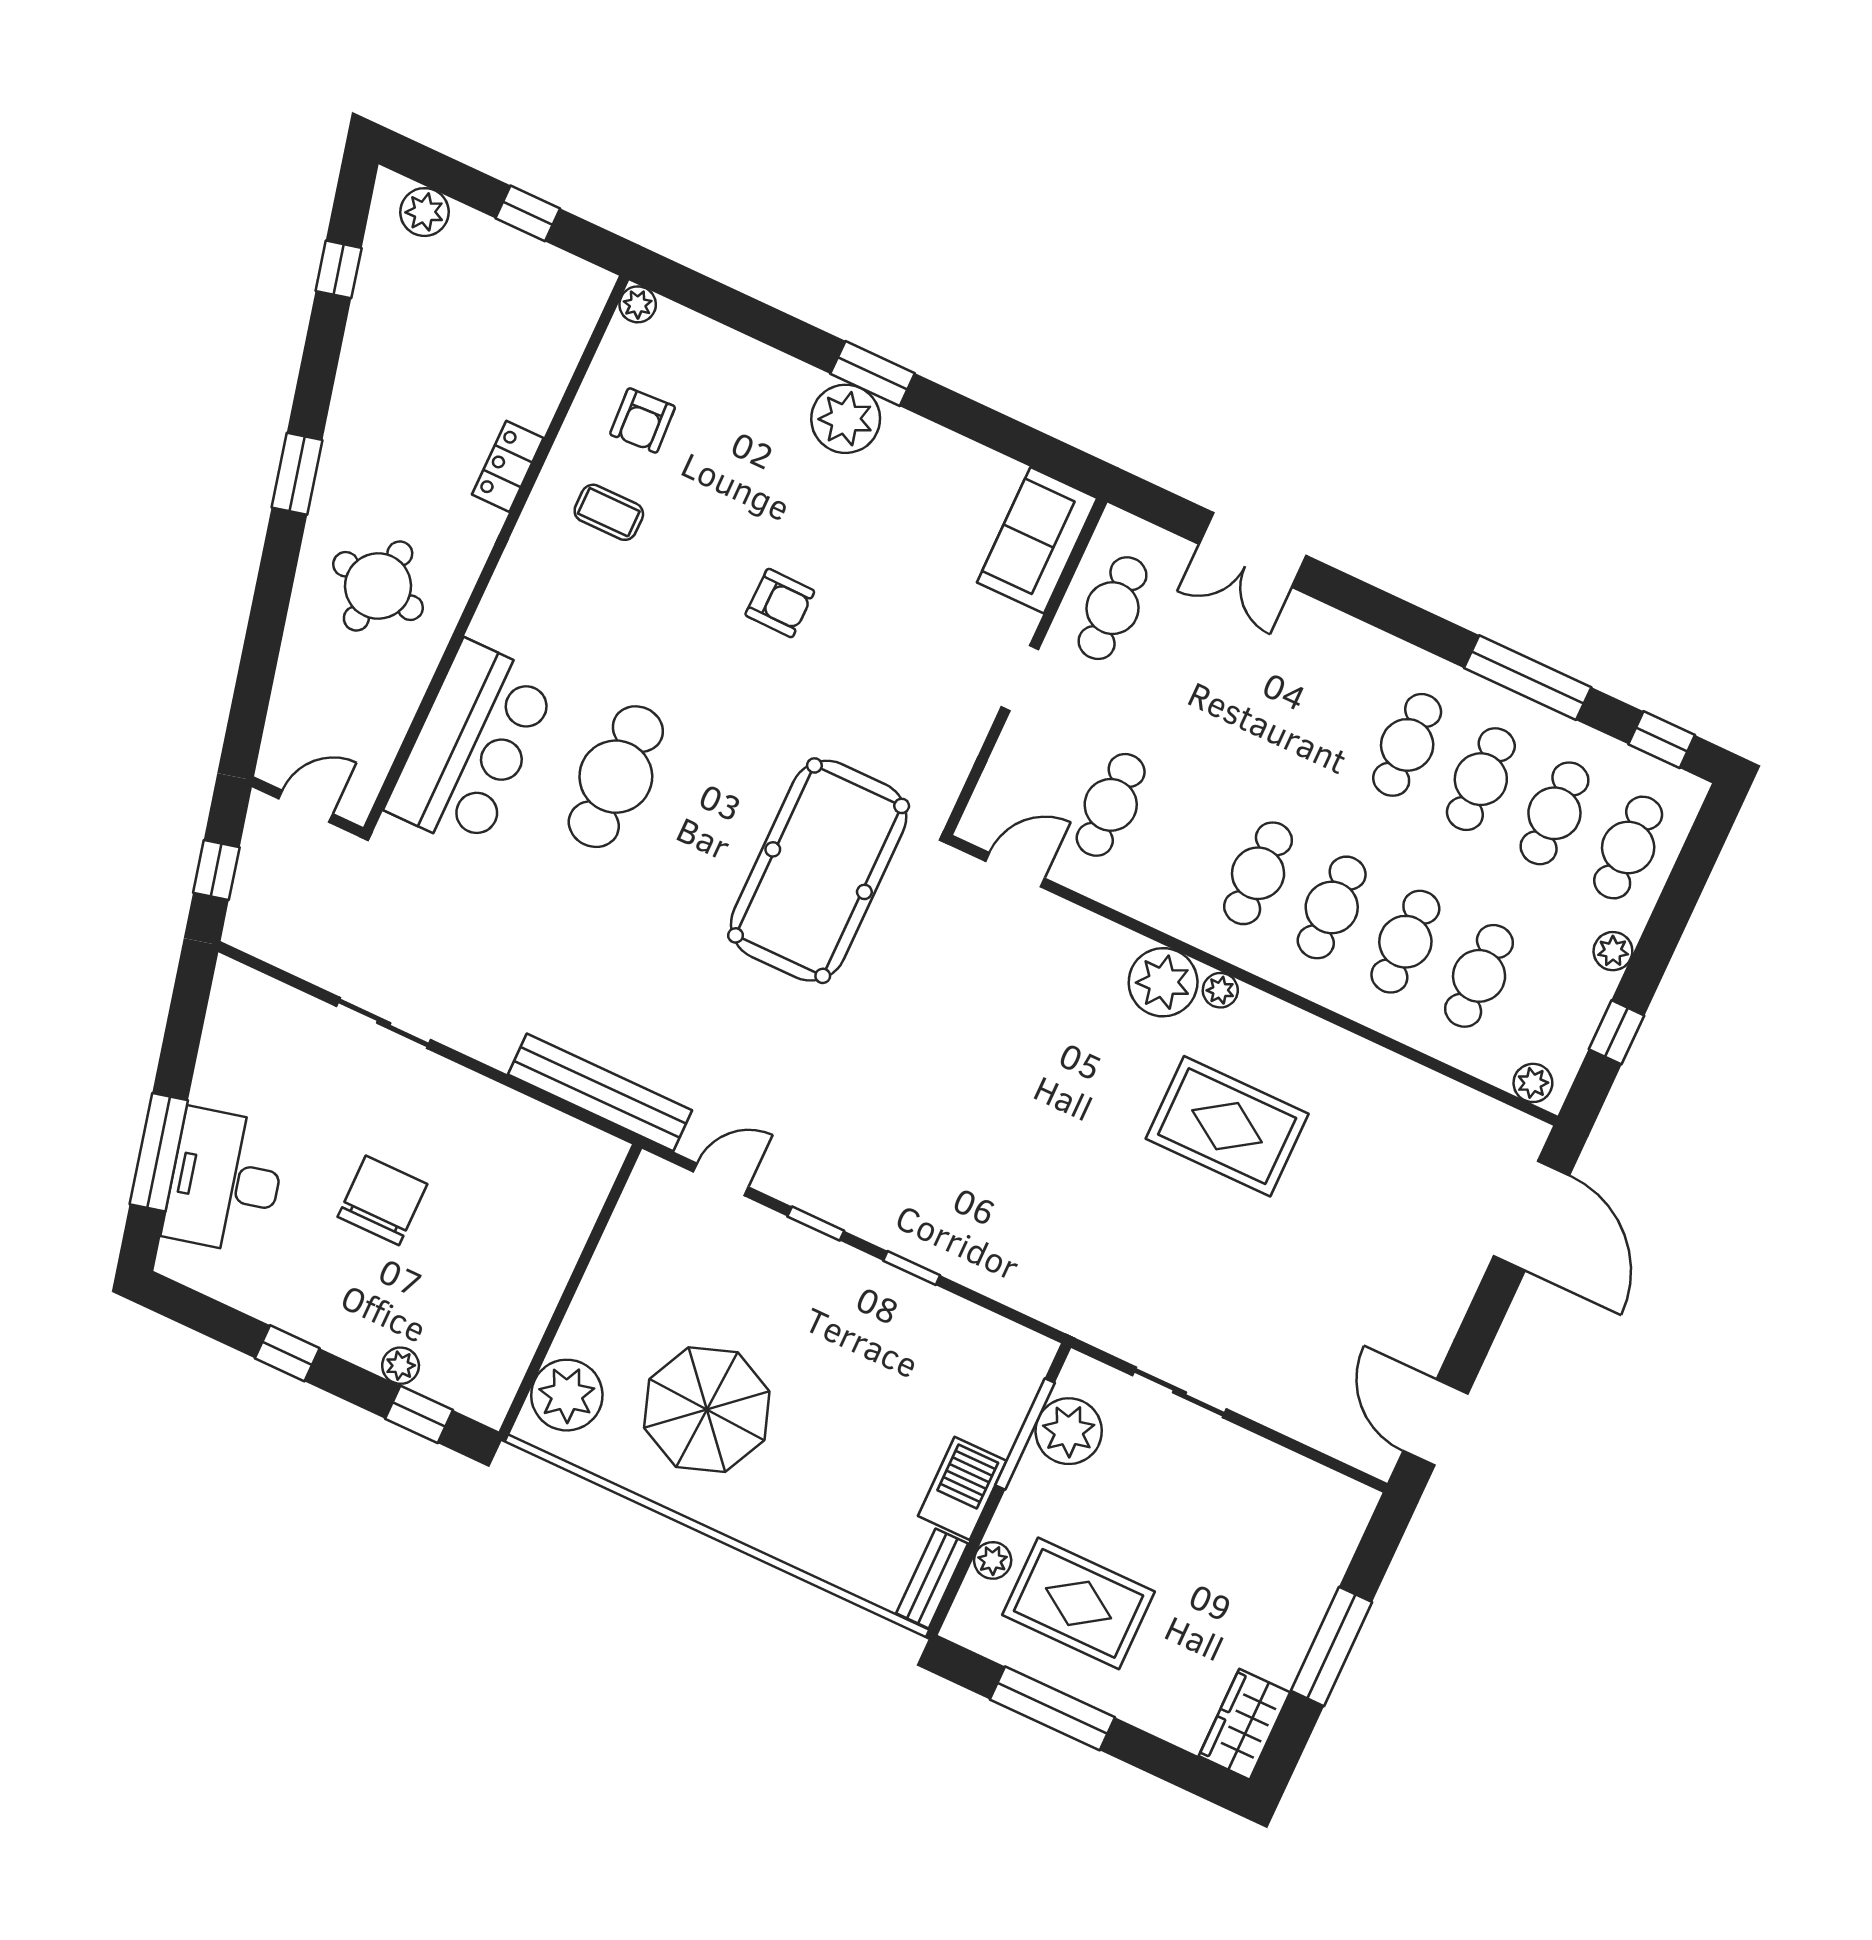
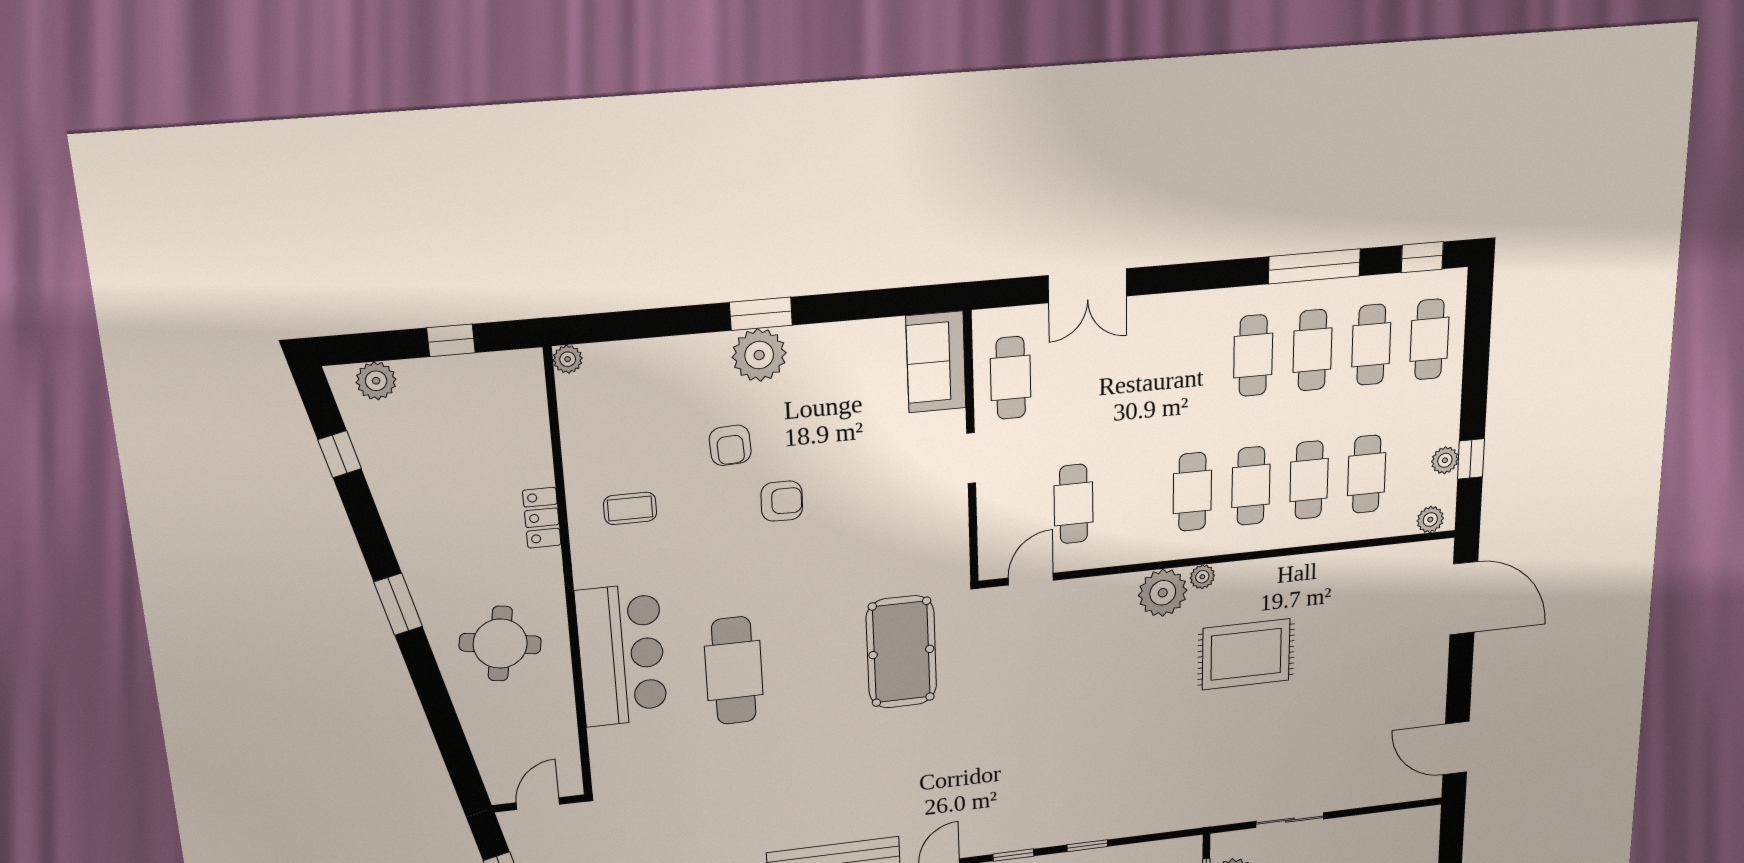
armchair: (643, 420) -> (730, 445), moved
bar counter: (472, 746) -> (621, 655), moved
pool table: (819, 871) -> (901, 652), width x0.73, depth x0.76
plant: (1613, 951) -> (1445, 460), moved

